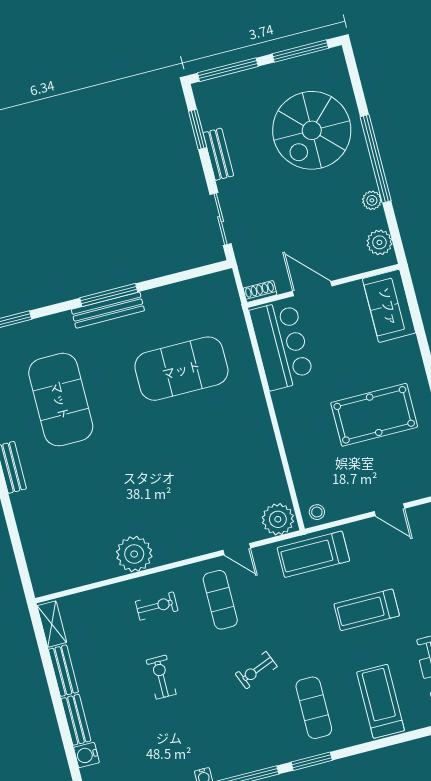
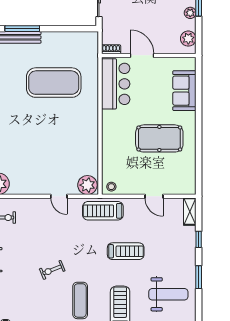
sofa: (389, 306) -> (184, 91), moved
exercise mat: (220, 600) -> (42, 223), removed
treadmill: (367, 610) -> (126, 251), turned 180

